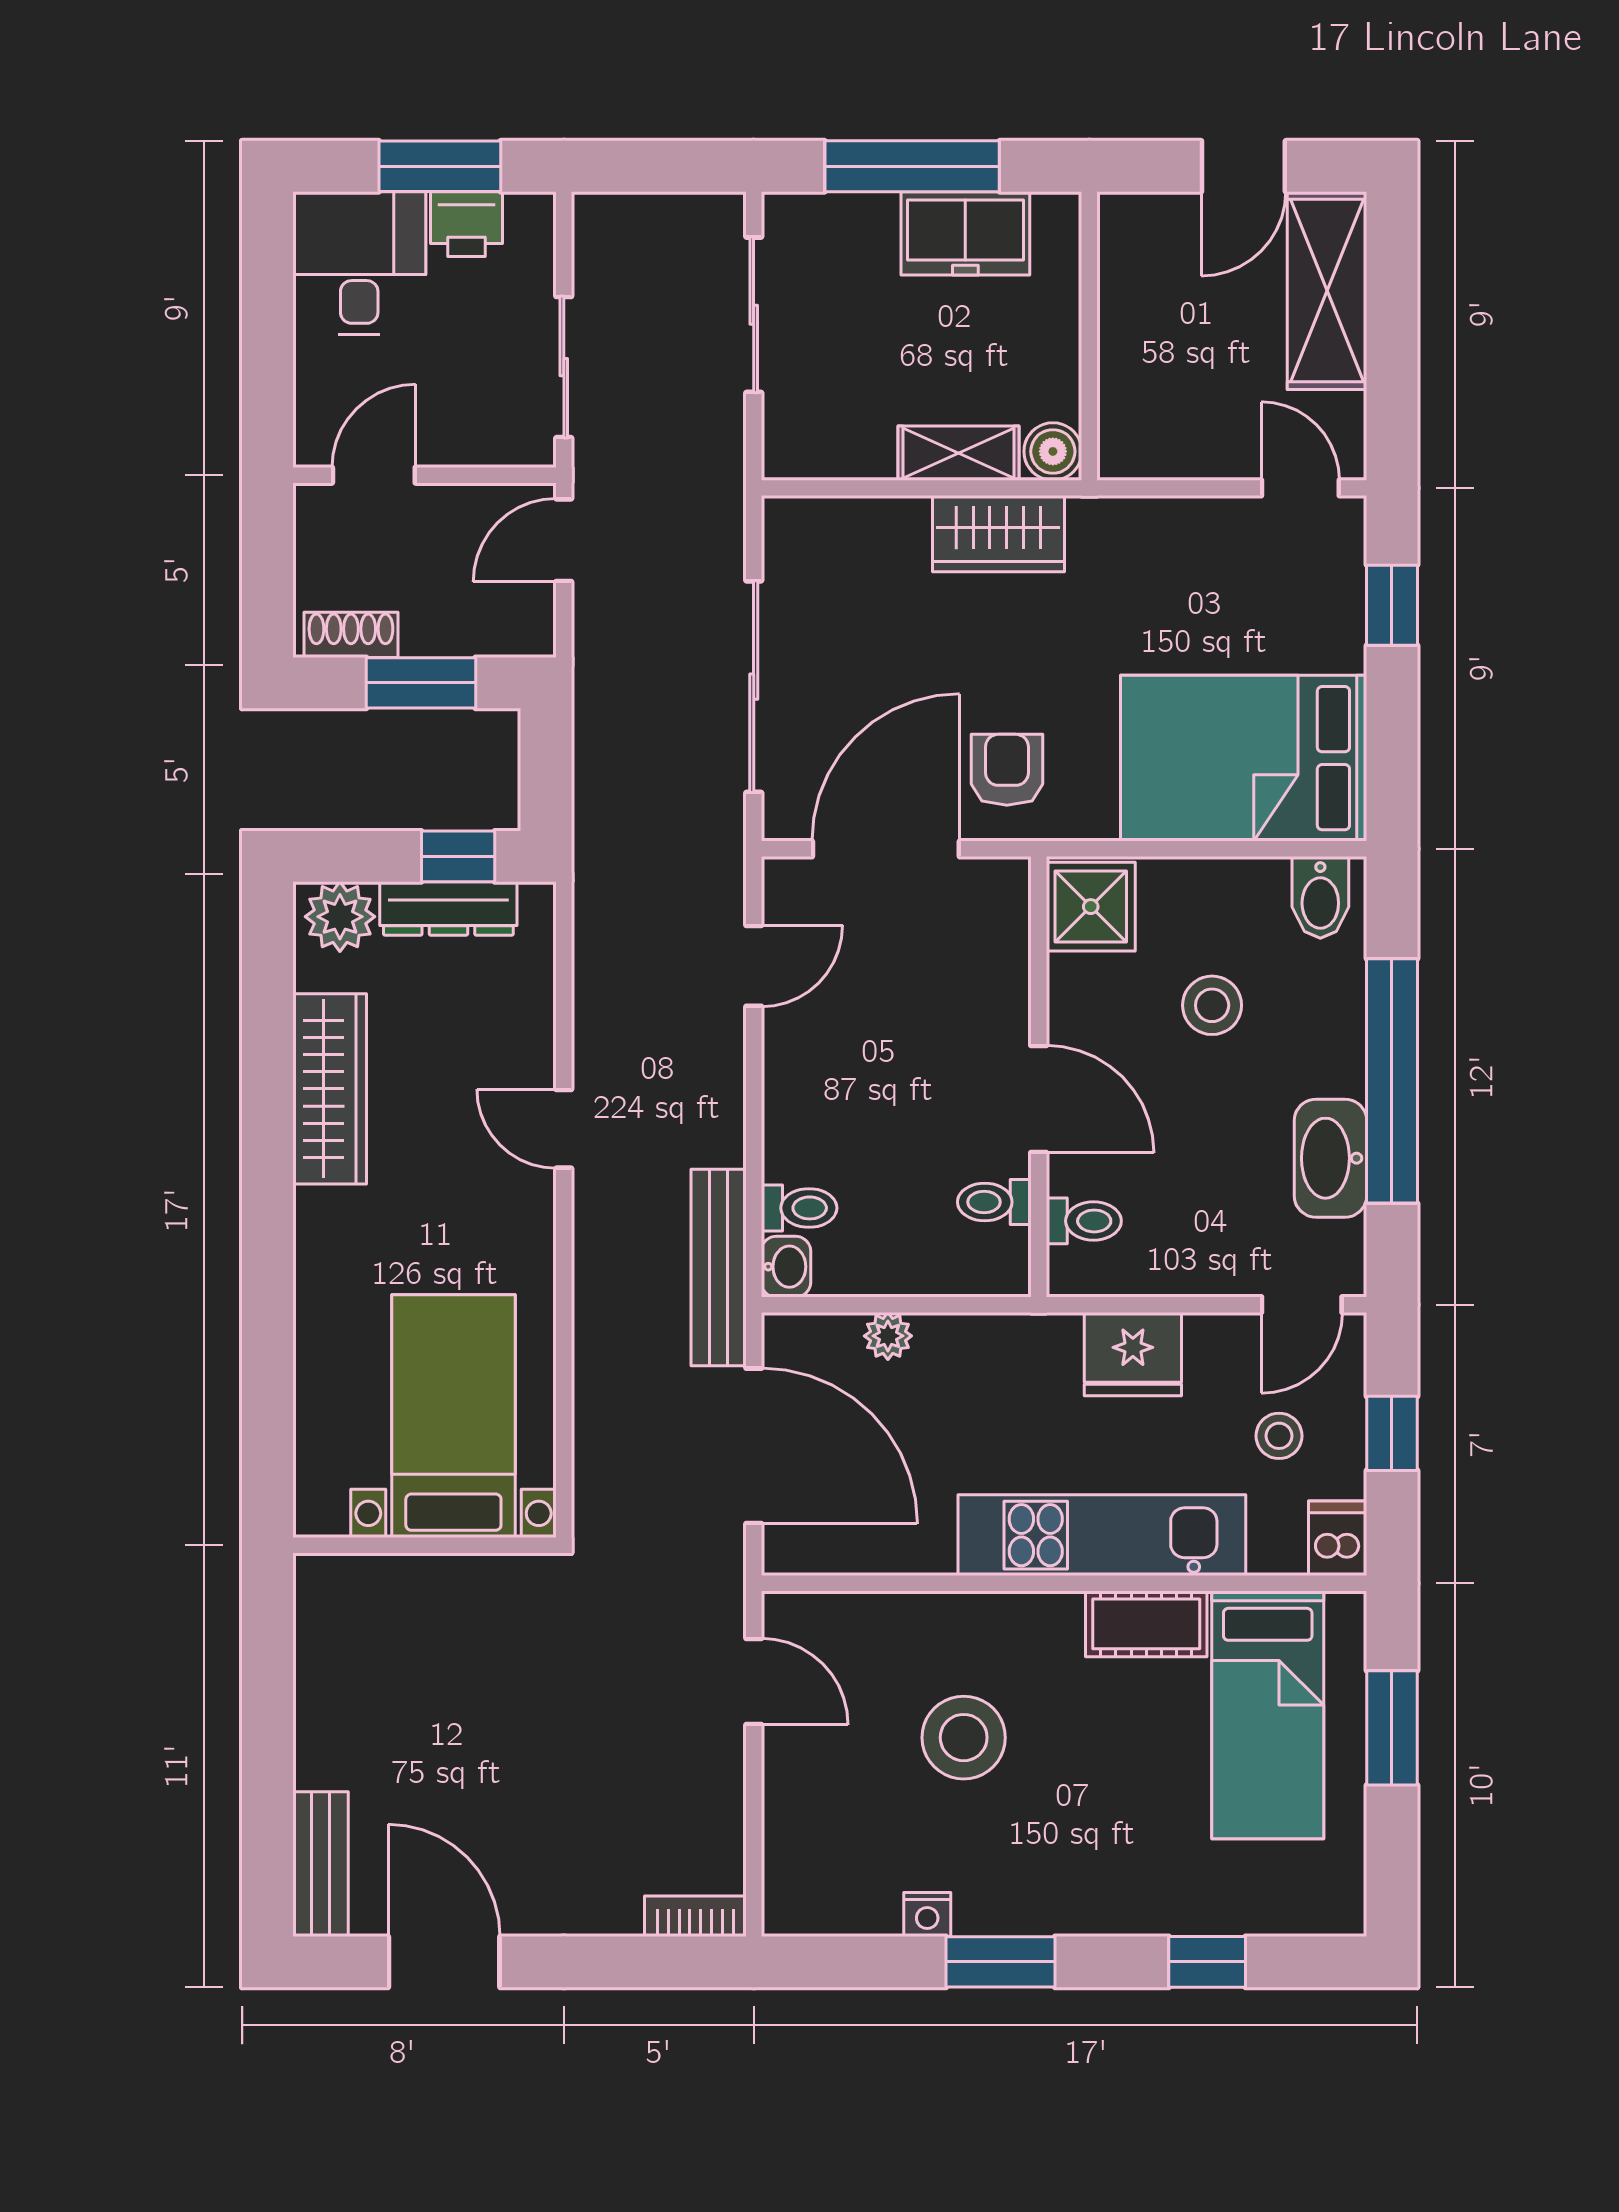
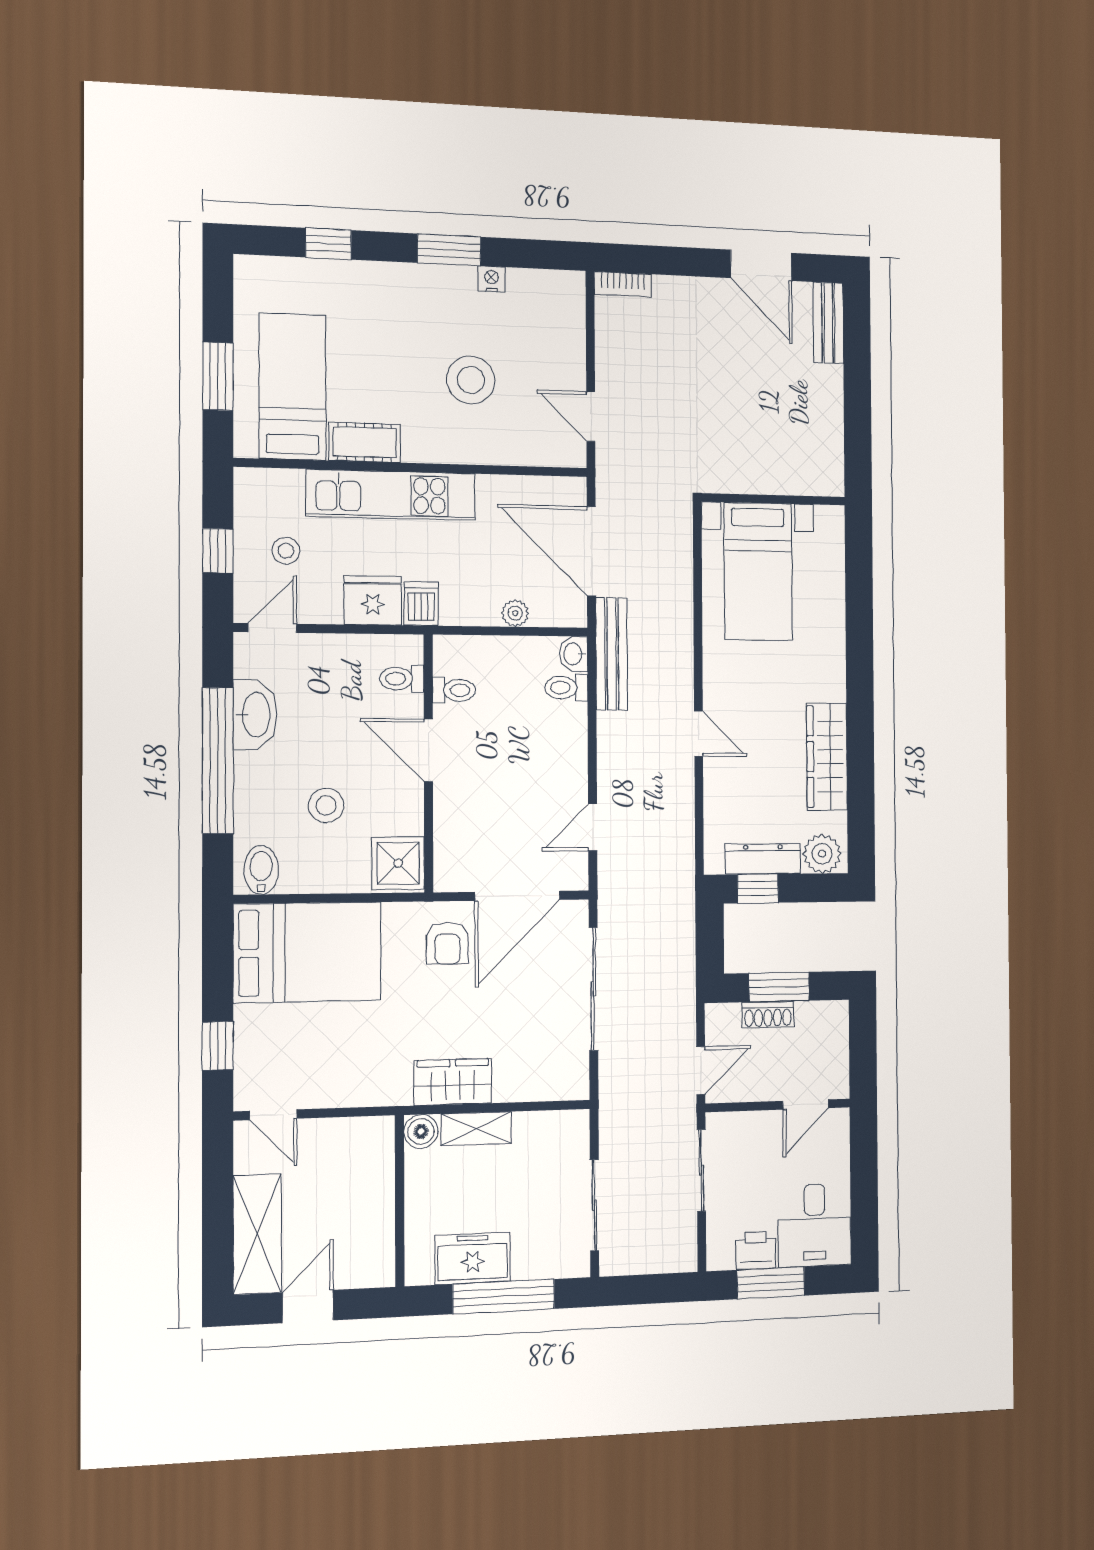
shoe rack: (351, 635) -> (768, 1015), moved
dishwasher: (1338, 1538) -> (421, 604), moved, turned 180

